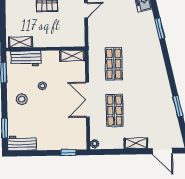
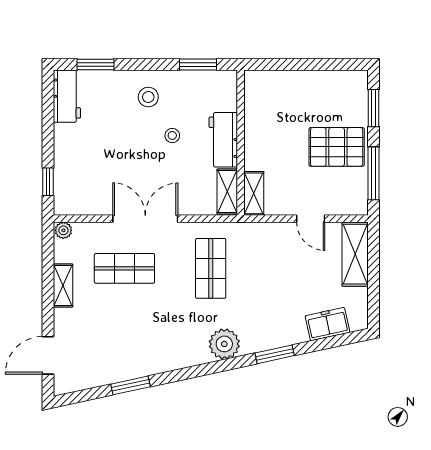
shelving: (20, 42) -> (254, 193), moved
plant: (154, 56) -> (224, 344), added
workbench: (26, 59) -> (223, 140), moved
shop shelf: (114, 64) -> (211, 268), turned 90
shelving: (136, 143) -> (63, 285), moved

